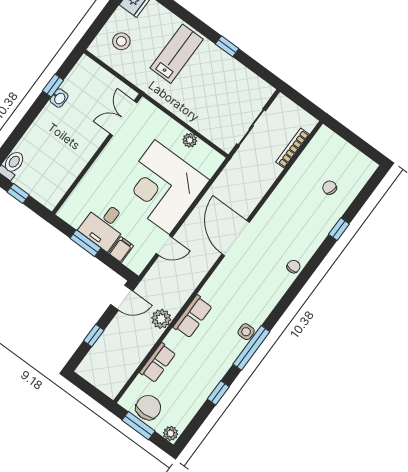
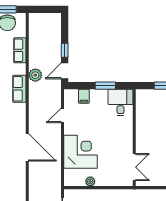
corner desk: (162, 187) -> (81, 152), width x0.74, depth x0.74
desk: (104, 225) -> (120, 102), moved
window: (94, 336) -> (65, 50), moved

